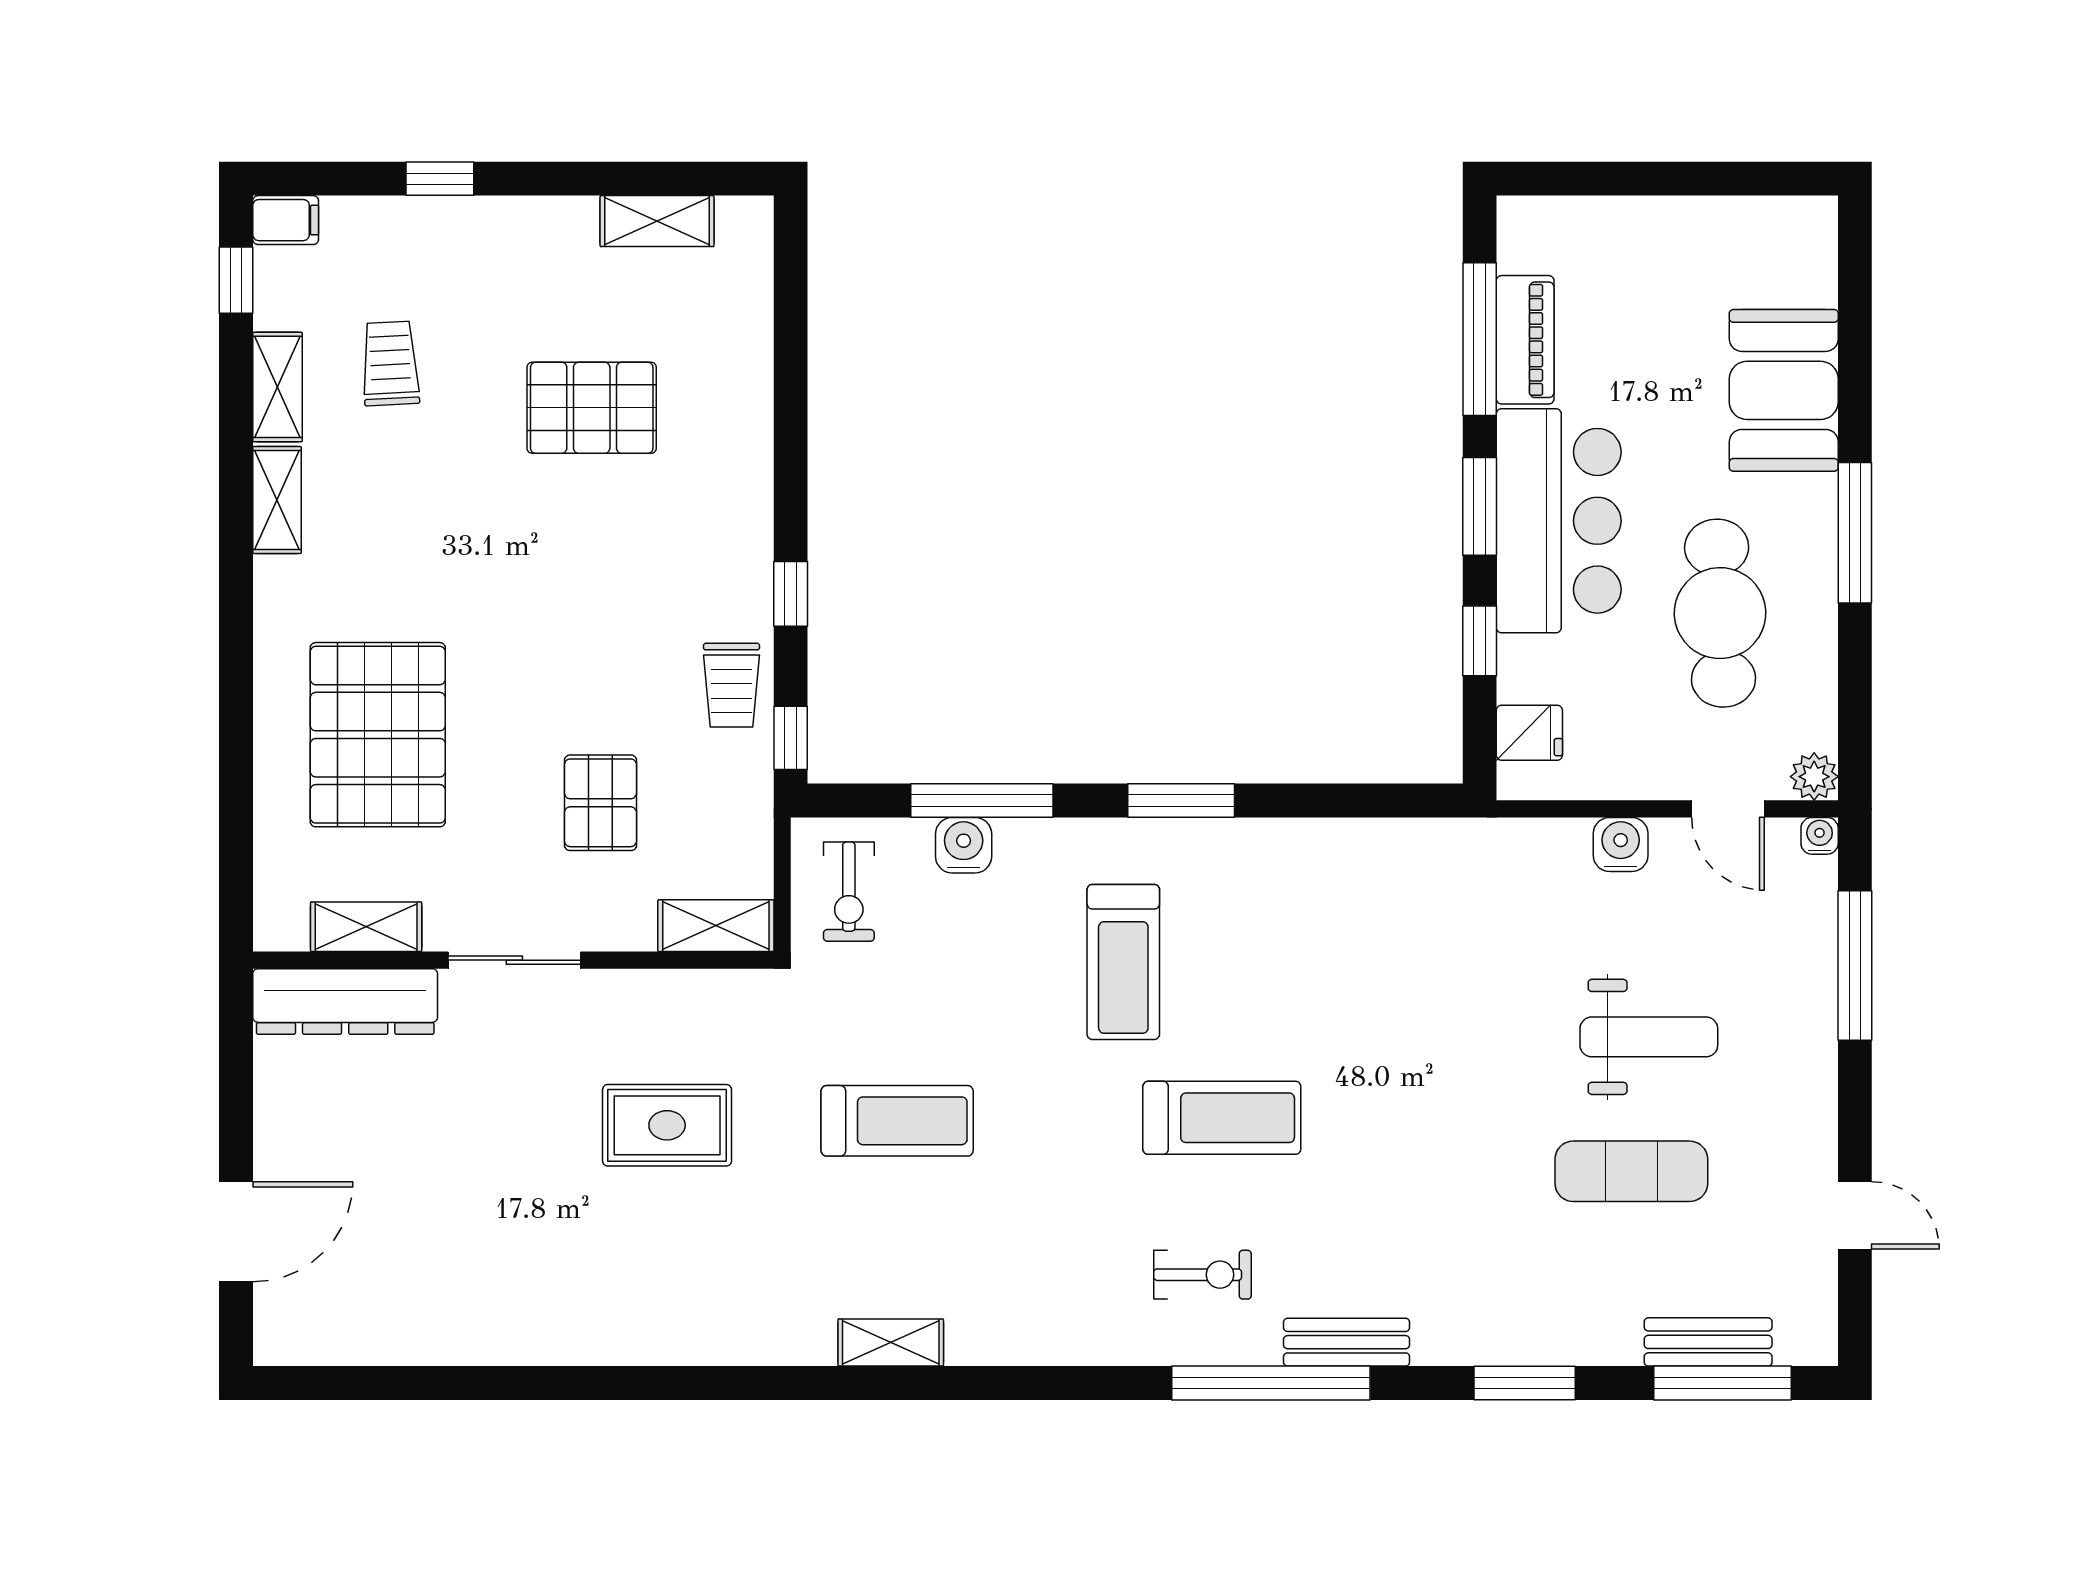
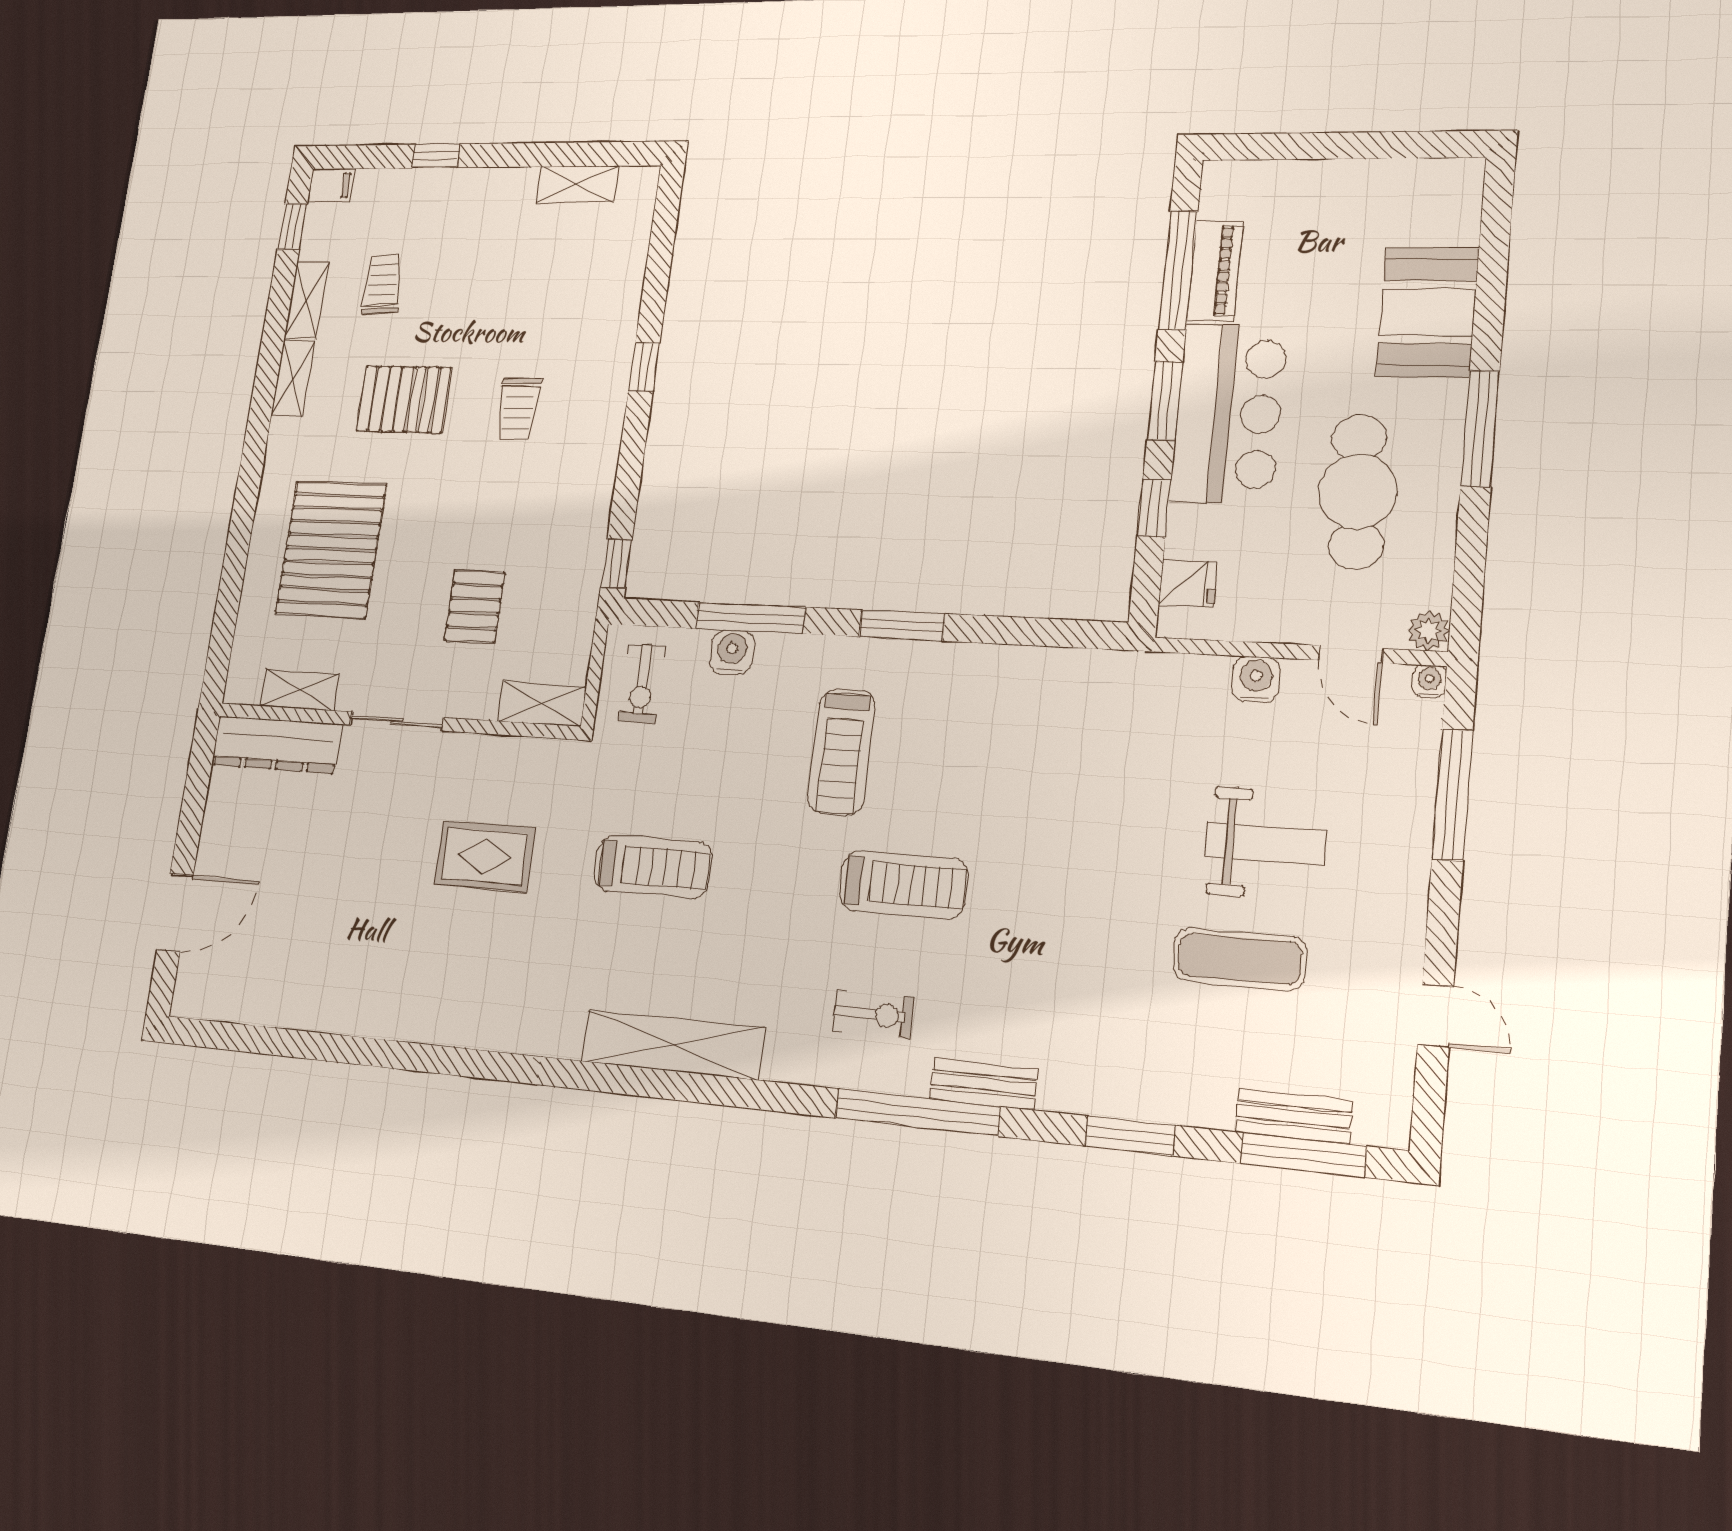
pallet: (592, 408) -> (404, 399), moved
window: (791, 594) -> (644, 367), moved
trolley: (732, 685) -> (518, 409), moved
shelving: (891, 1343) -> (672, 1045), width x2.20, depth x1.33

